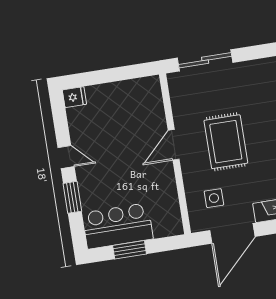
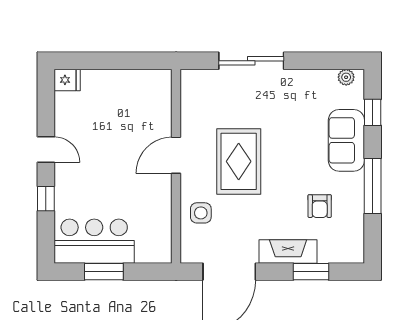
sliding door: (205, 60) -> (251, 61), moved
window: (72, 197) -> (46, 199), width x0.67
side table: (214, 198) -> (201, 213), moved

